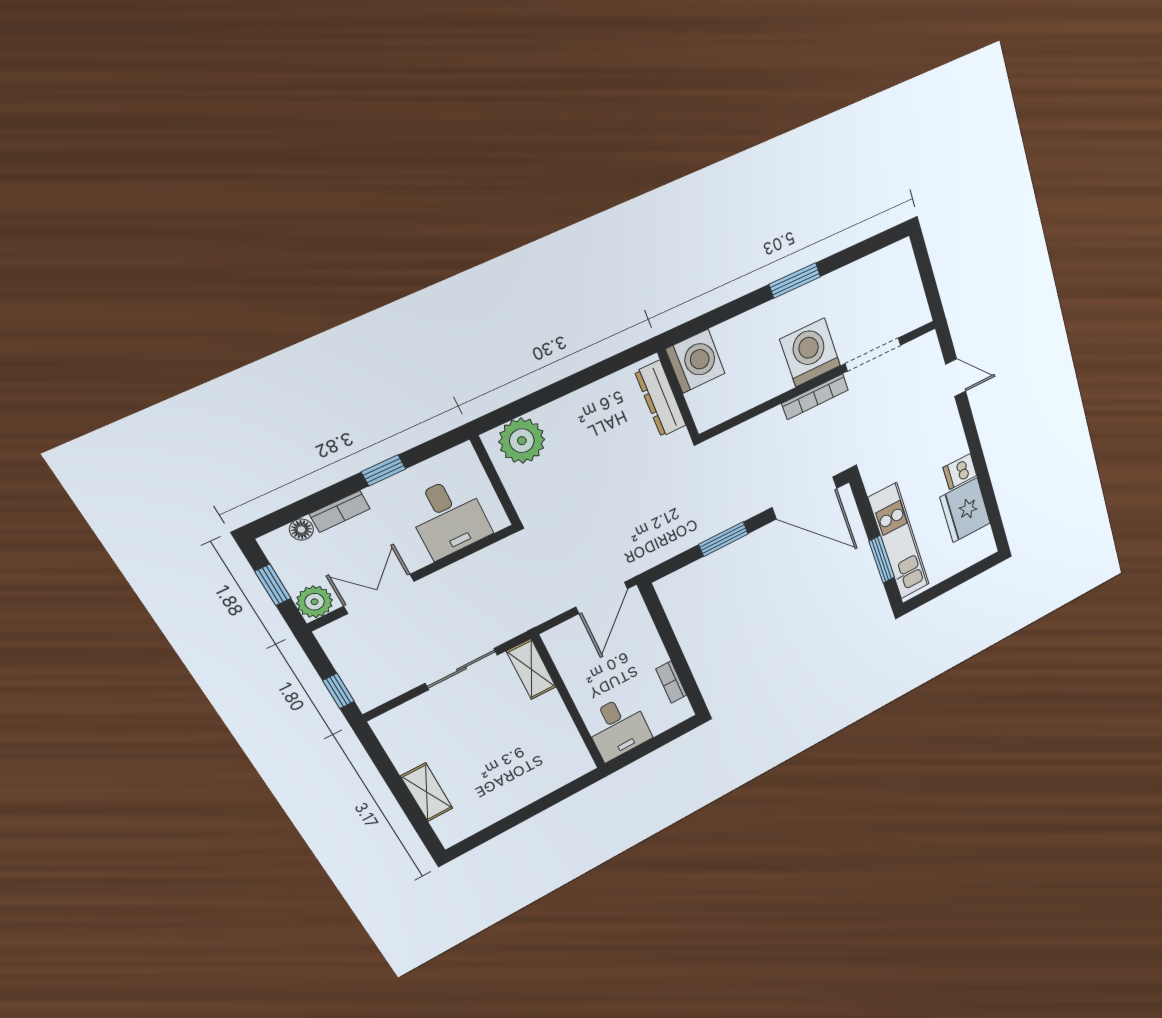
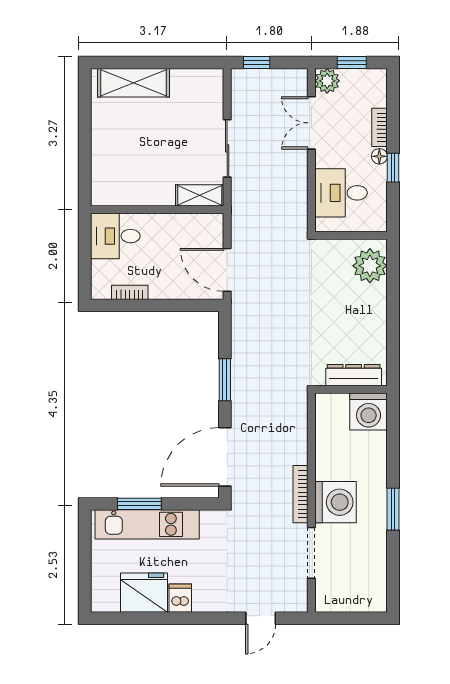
floor lamp: (301, 530) -> (379, 156), moved
double door: (379, 594) -> (311, 123), swing flipped
shelving: (427, 792) -> (134, 83), width x1.50, depth x1.33

